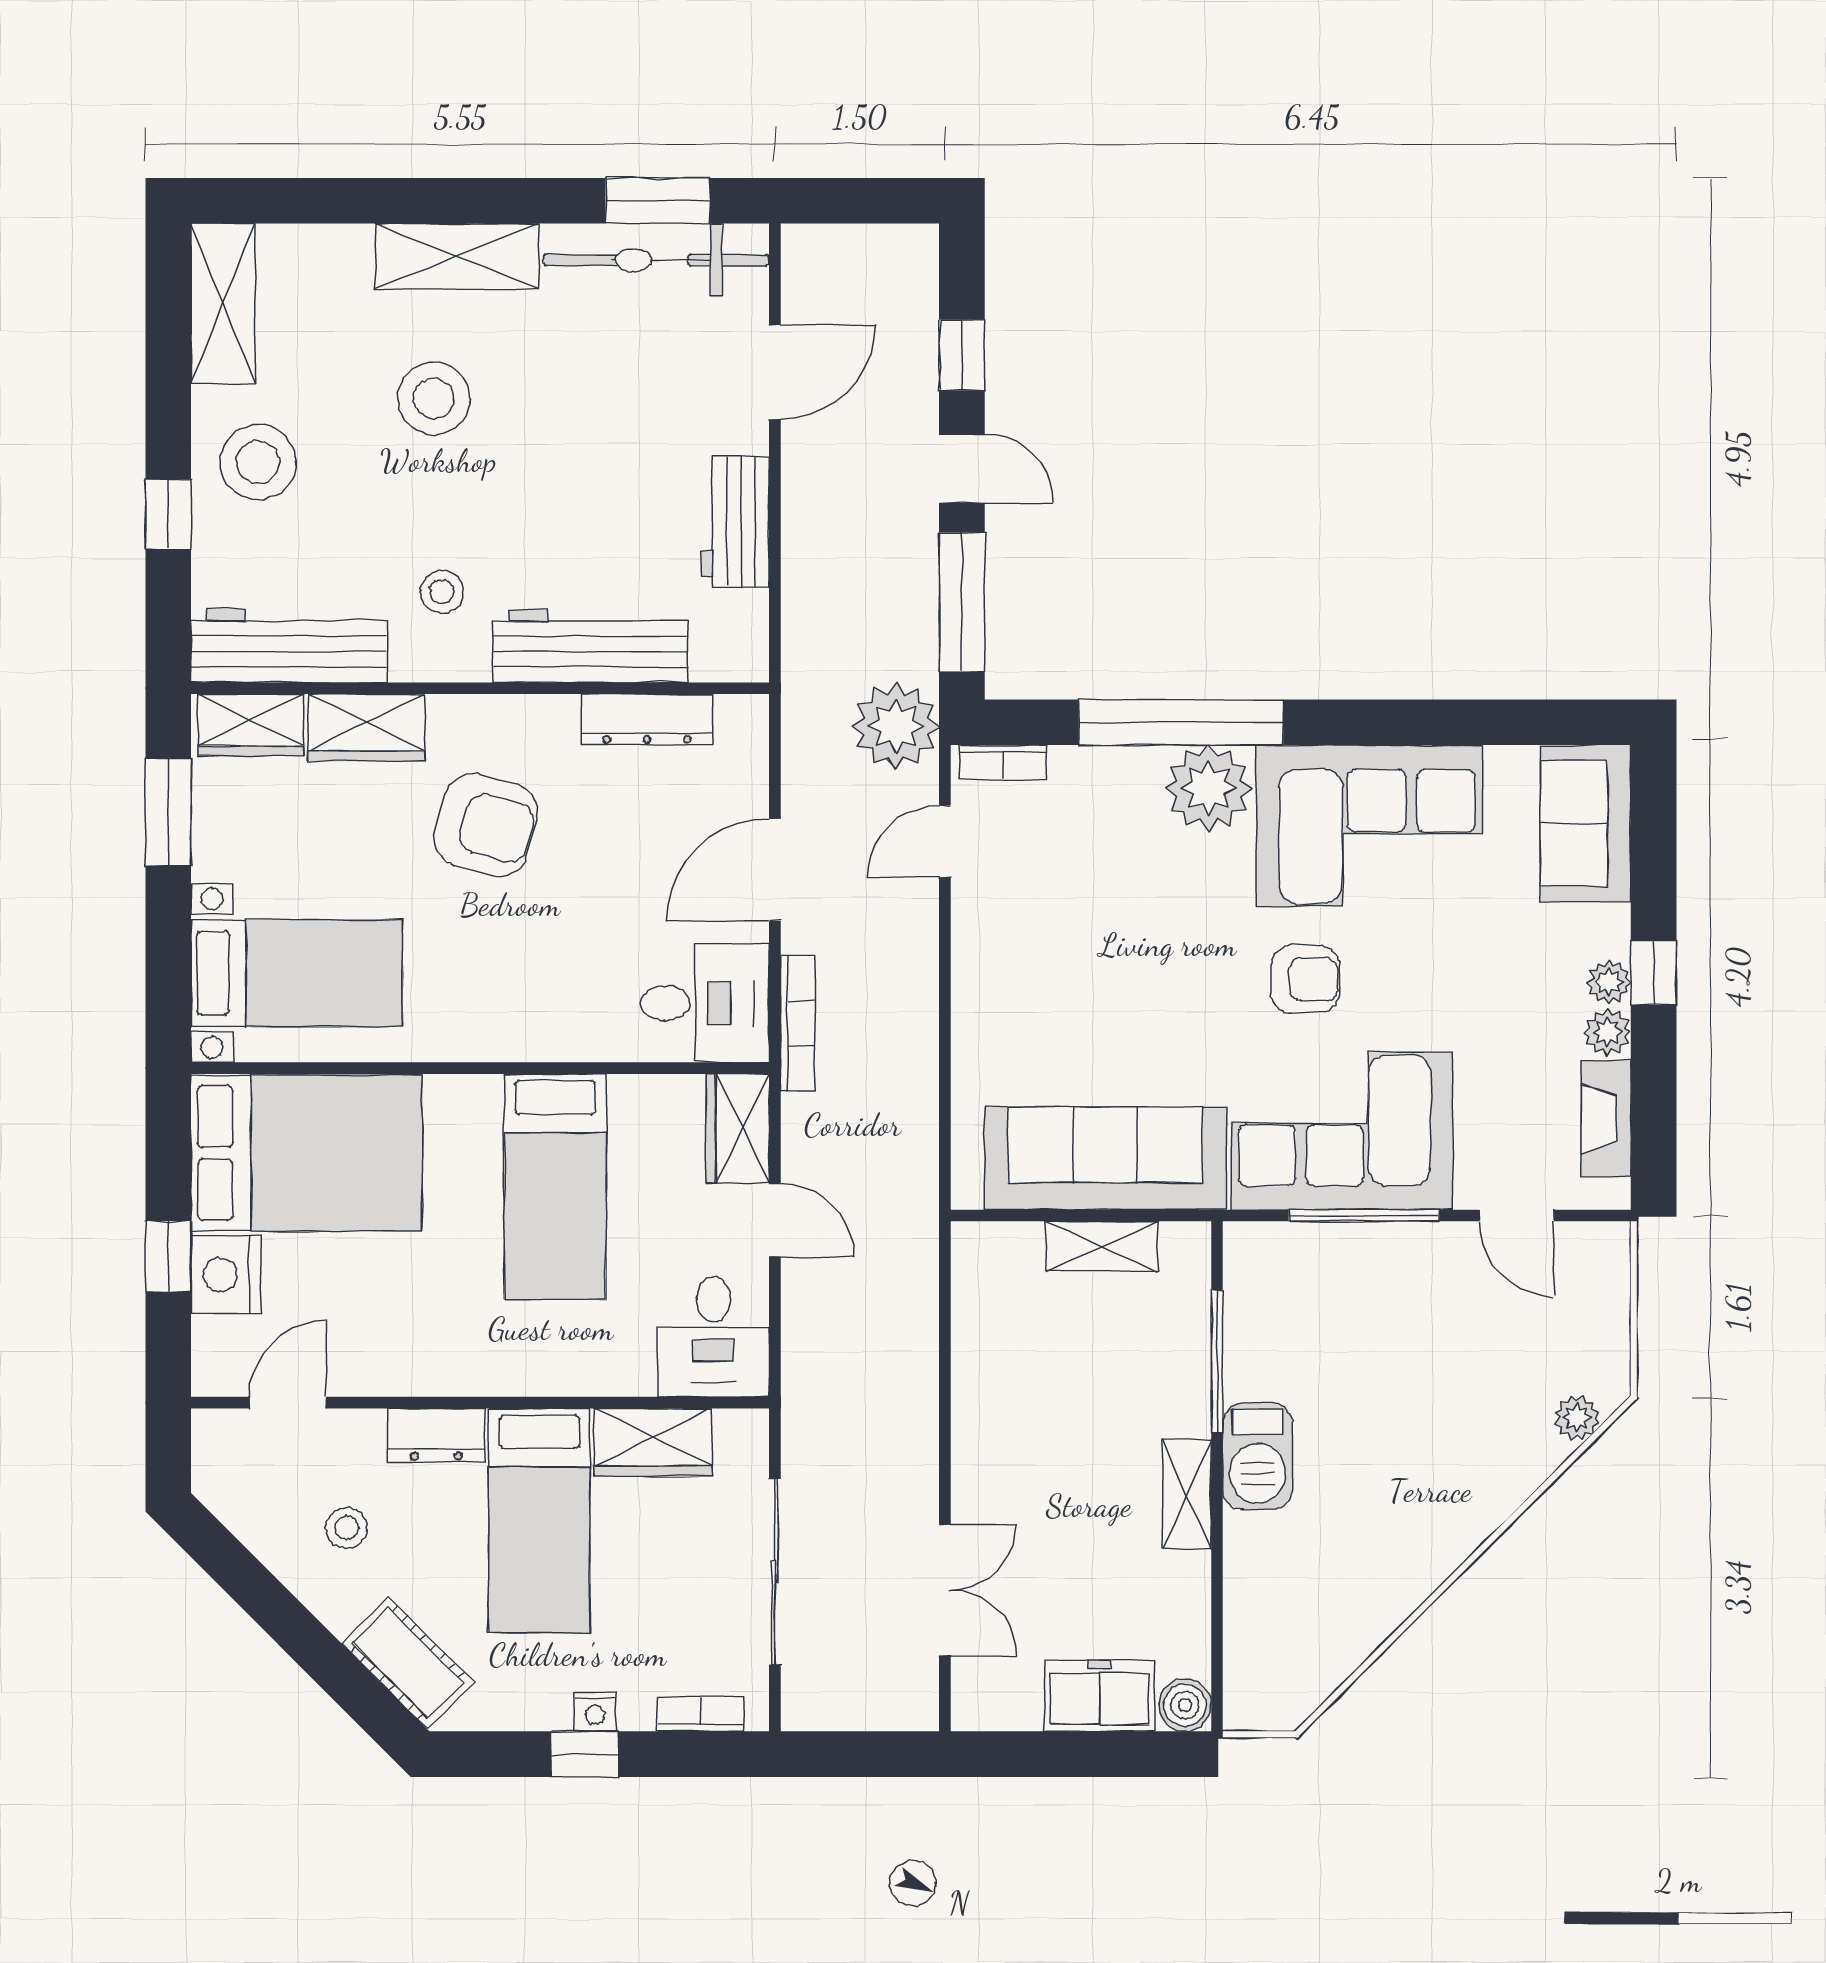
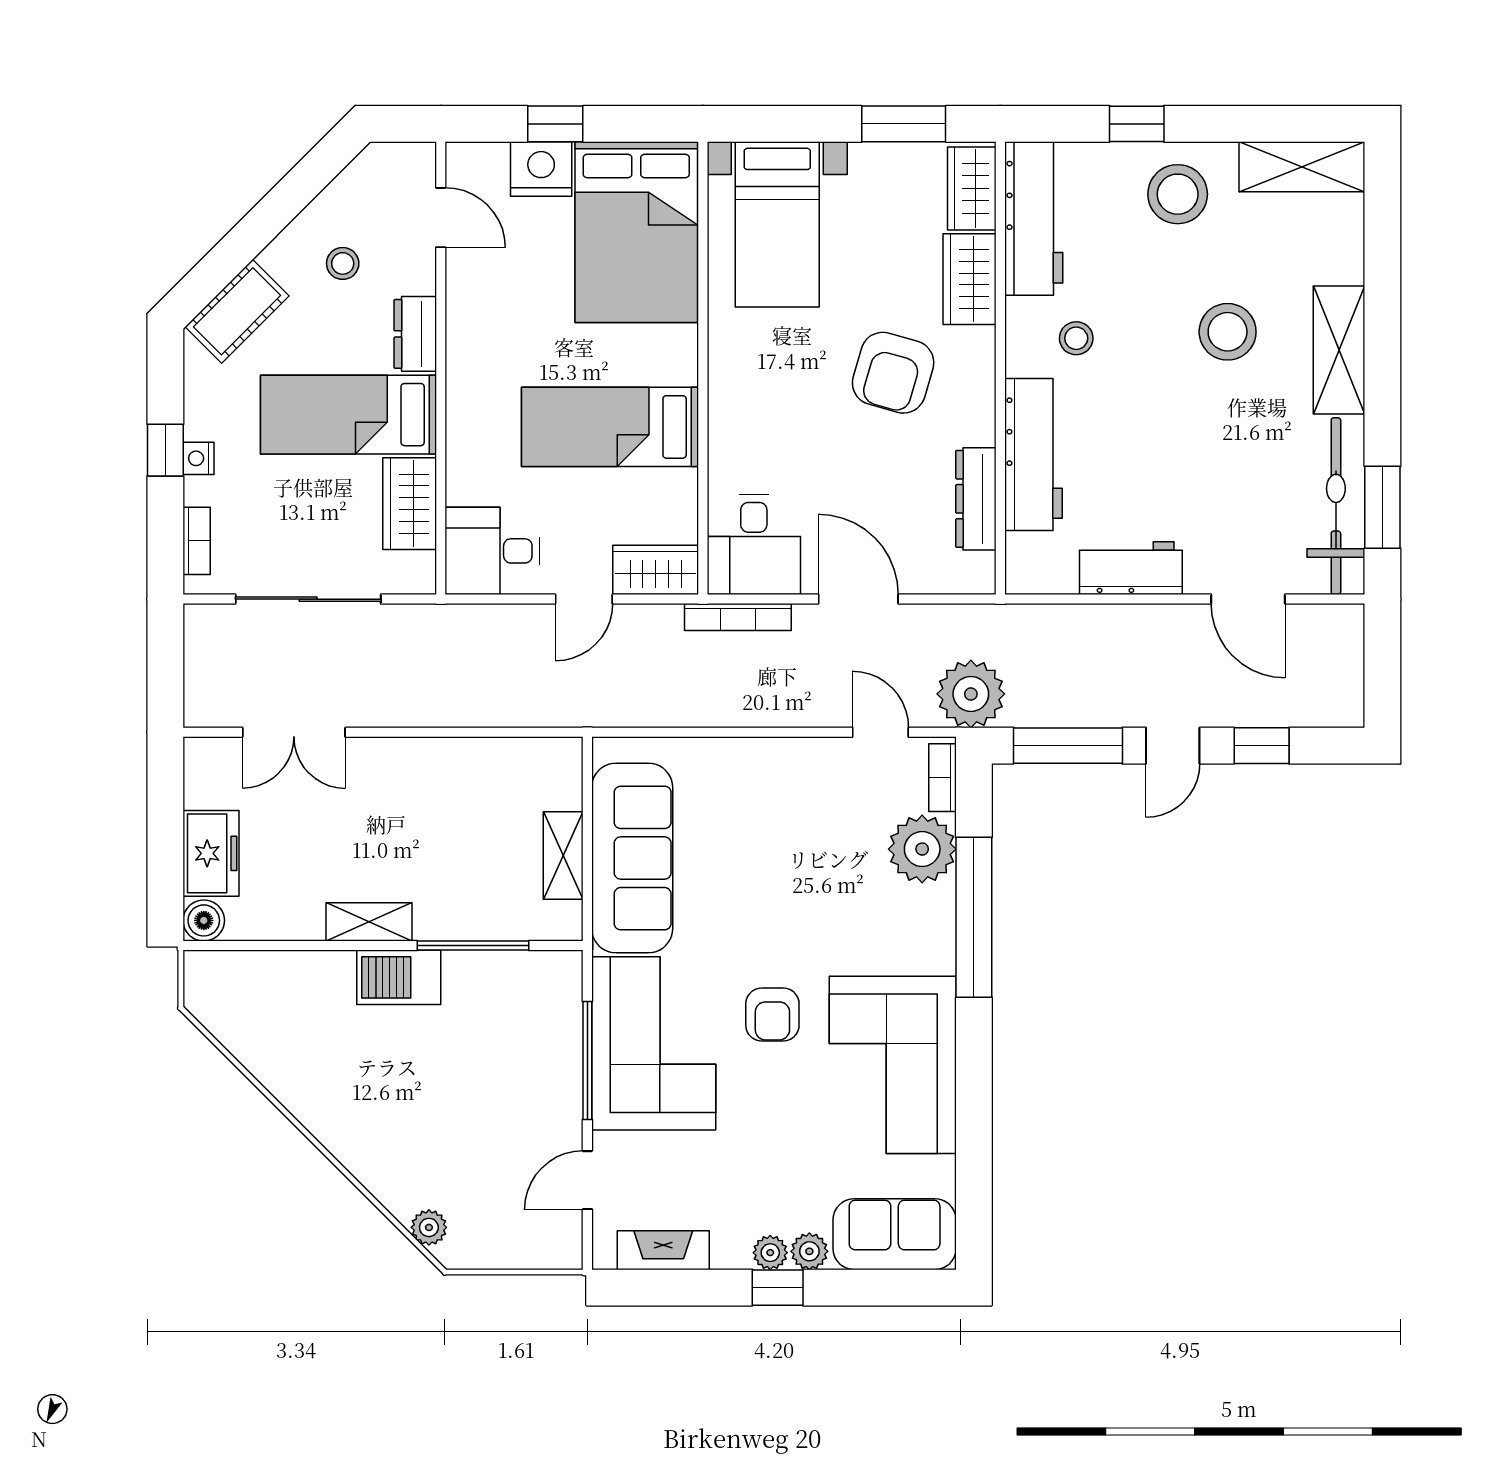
plant: (1208, 788) -> (922, 849), moved
plant: (1607, 1032) -> (809, 1251), moved

